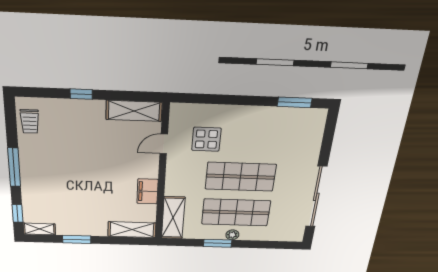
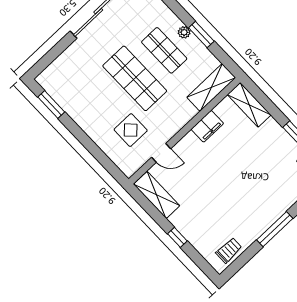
shop shelf: (236, 212) -> (164, 50), width x0.70, depth x0.74

